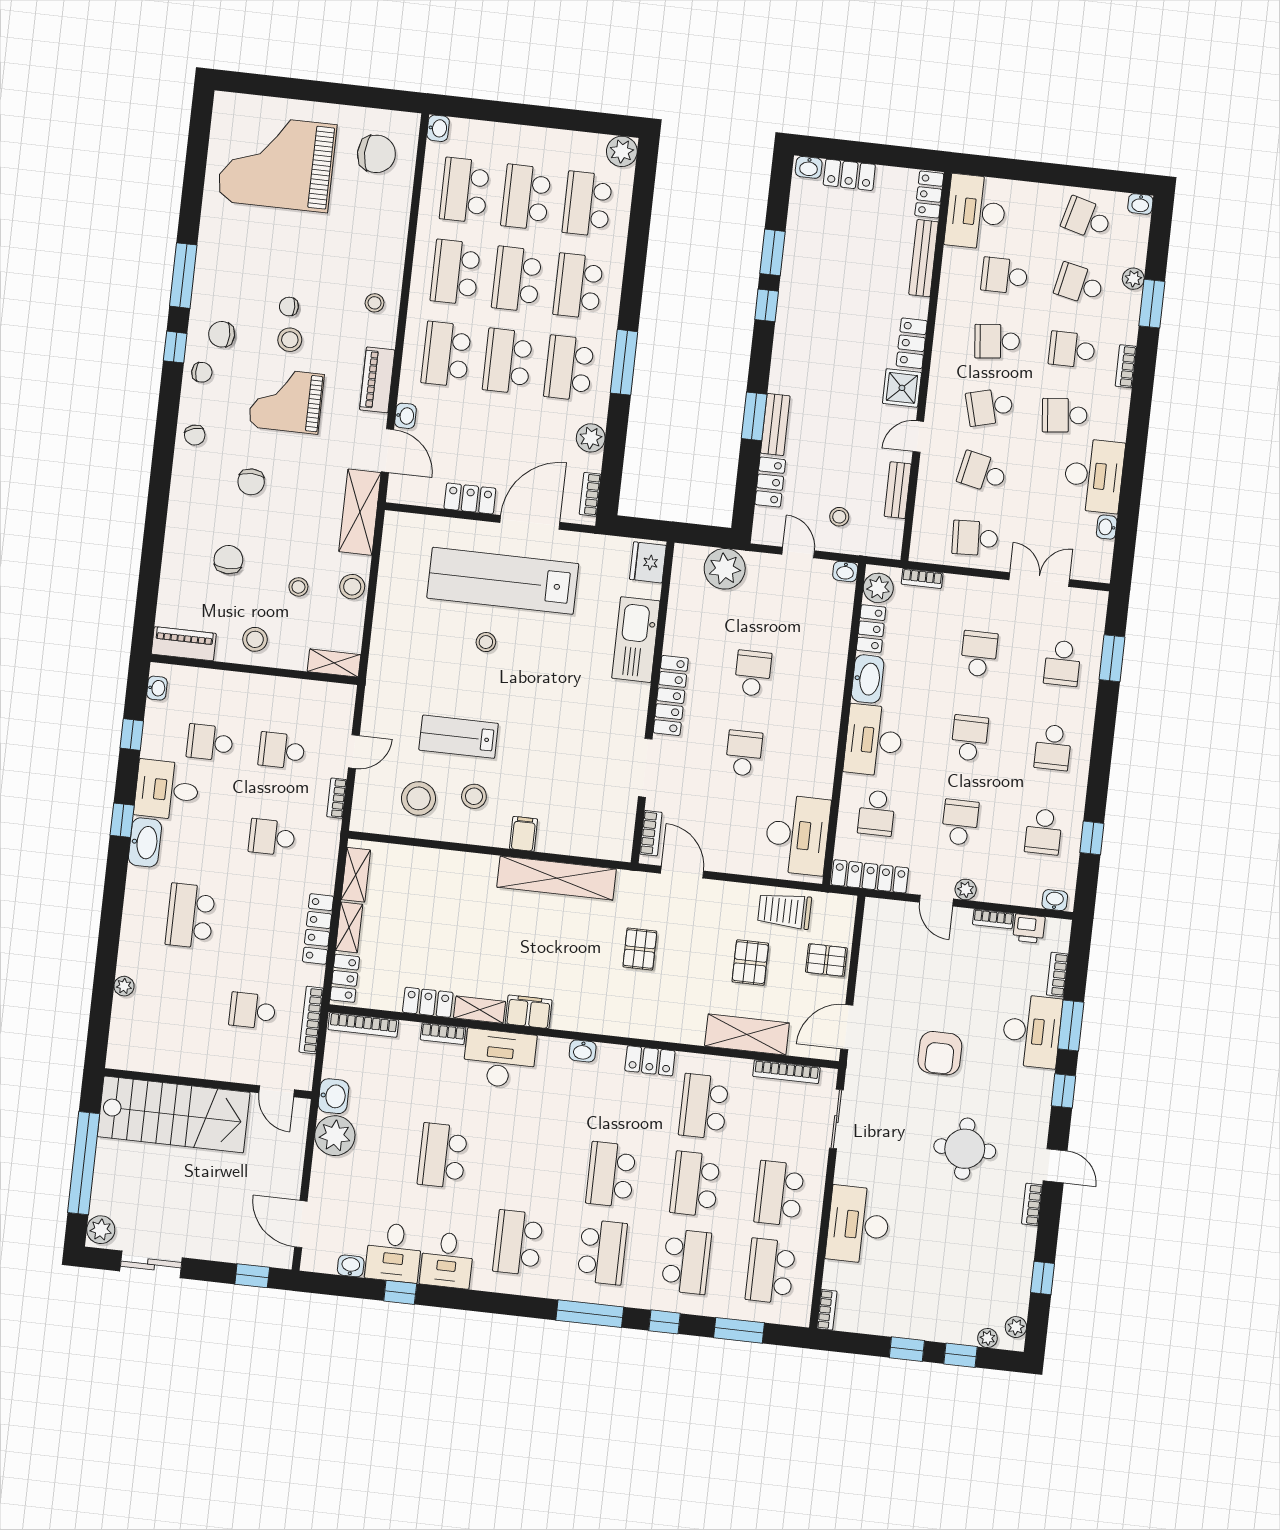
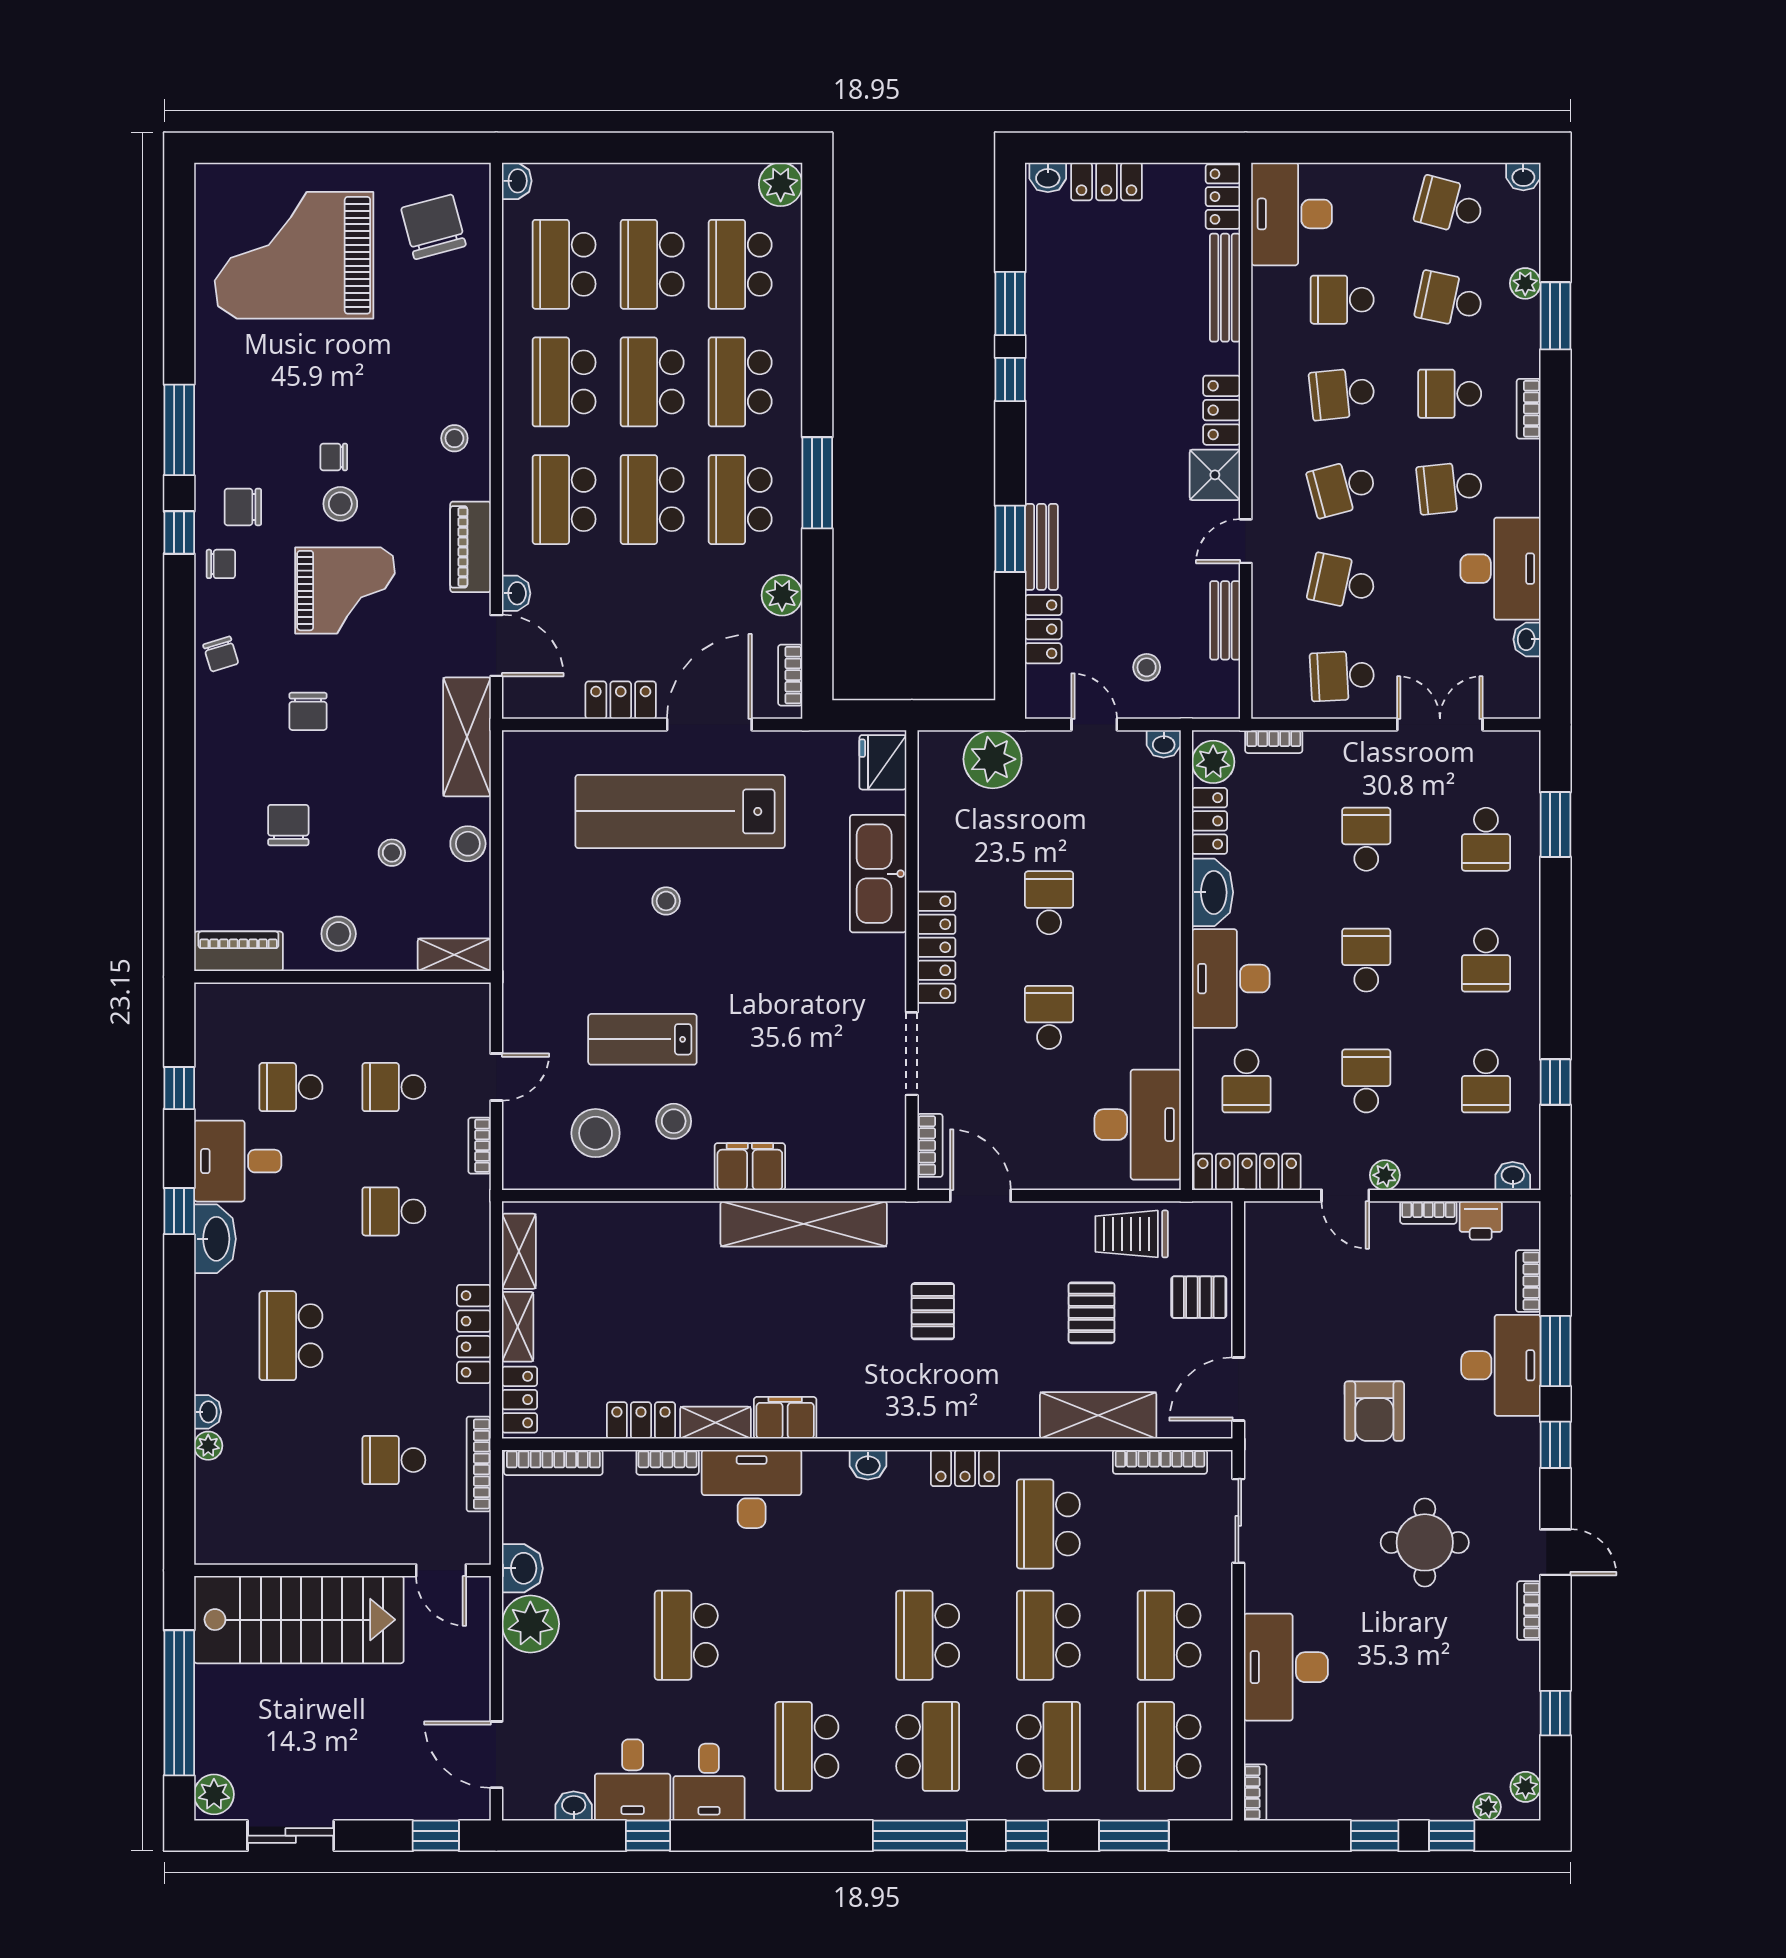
chair: (376, 154) -> (433, 227), turned -105
grand piano: (286, 401) -> (345, 591), turned 180
washbasin: (157, 688) -> (208, 1412), moved
filing cabinet: (524, 834) -> (750, 1167), width x2.00

